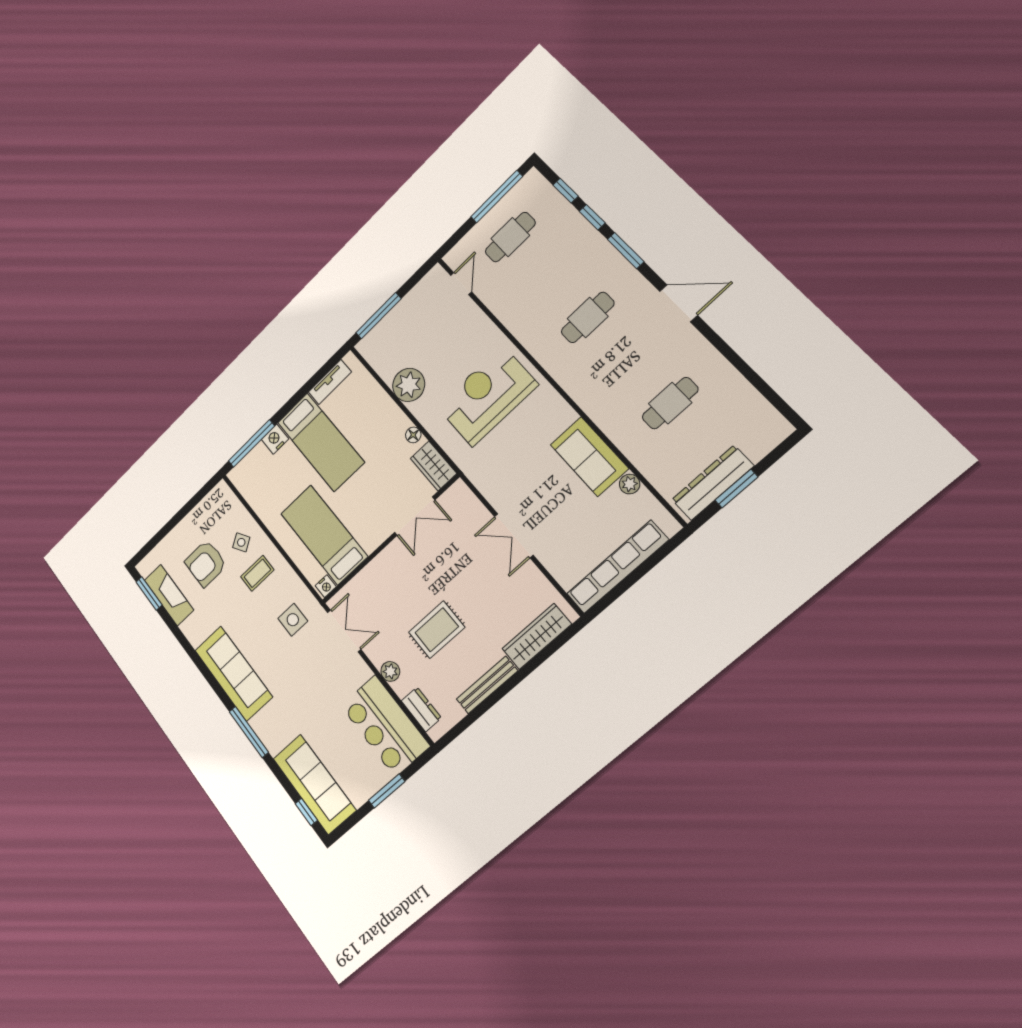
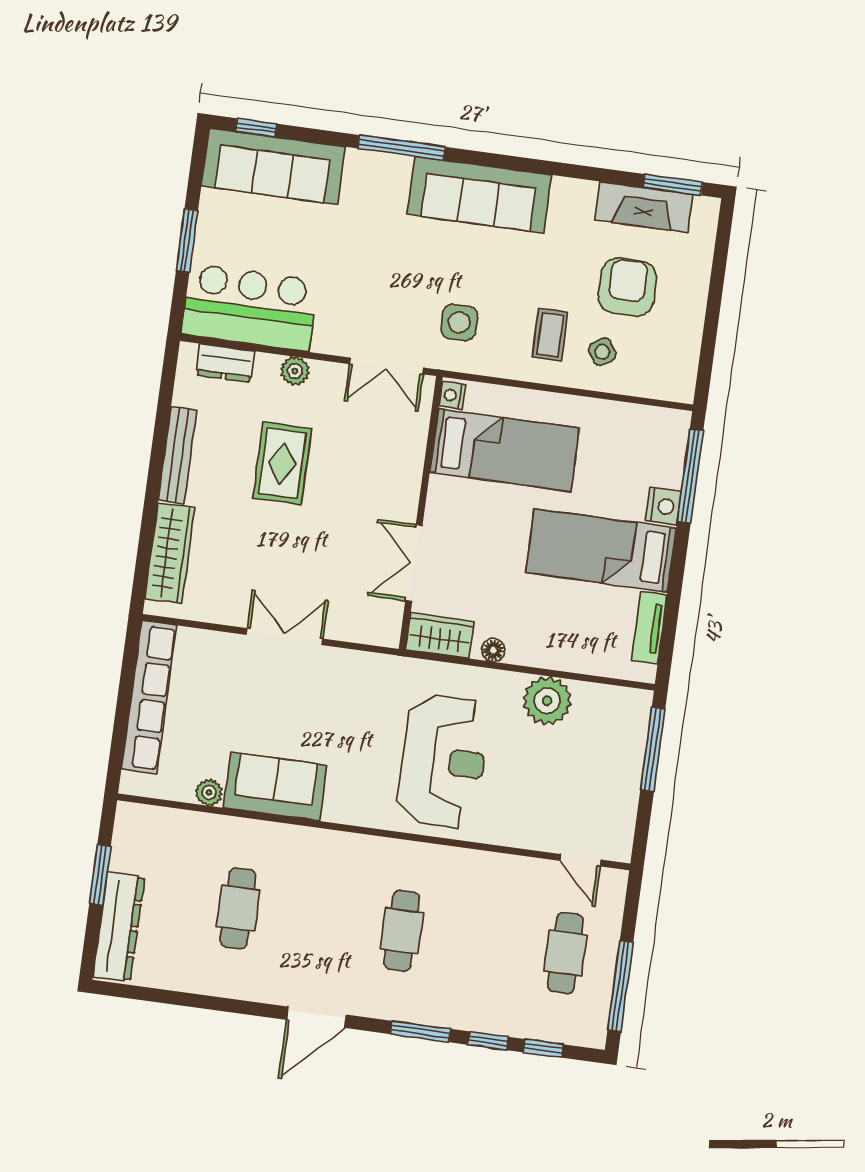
dresser: (713, 483) -> (119, 927), moved

